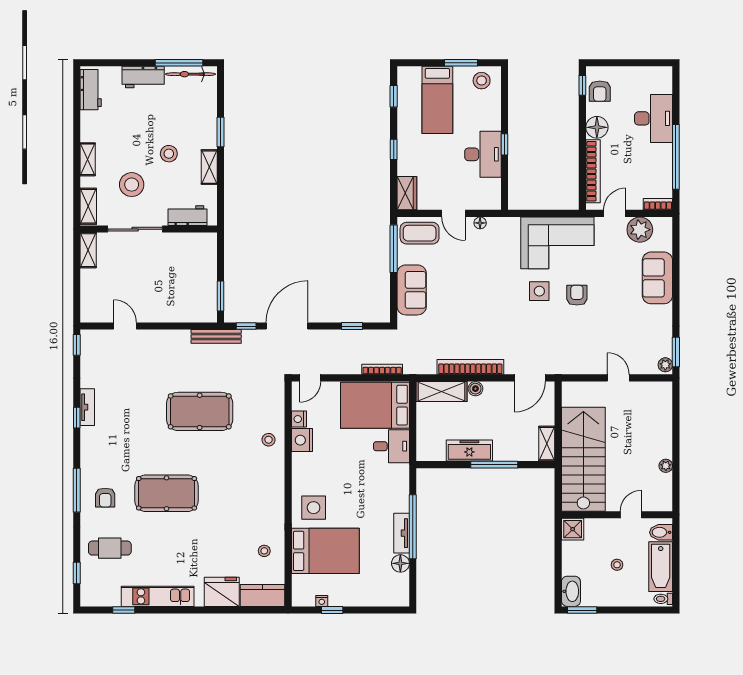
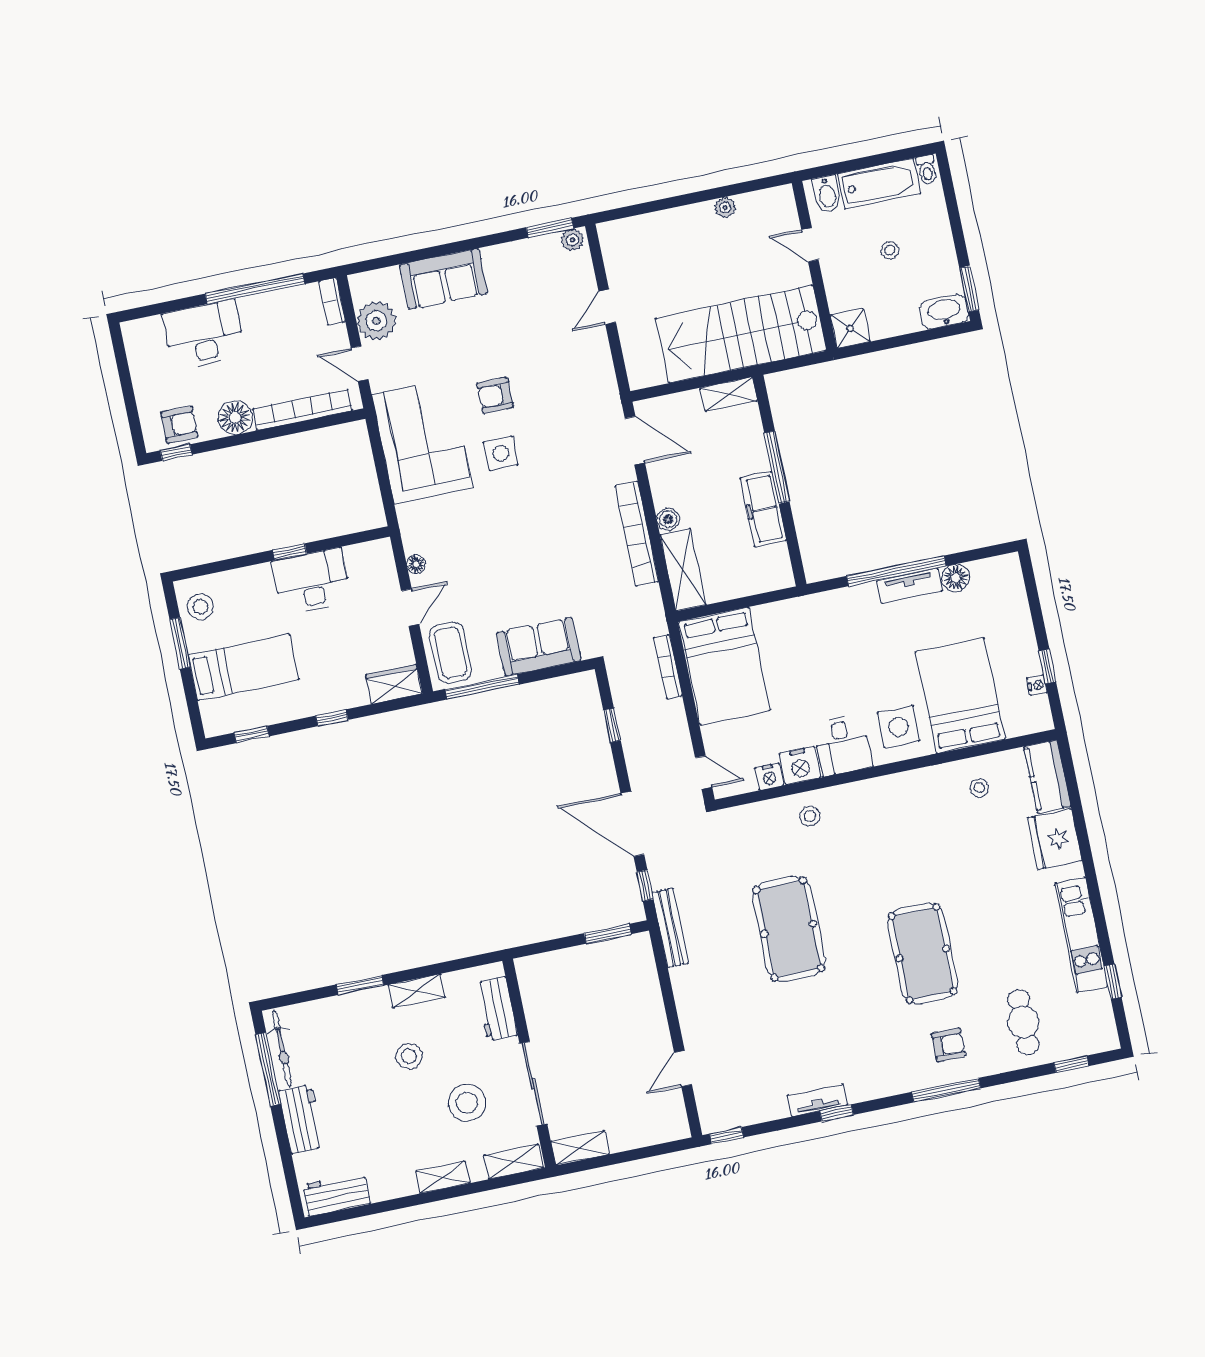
desk: (391, 446) -> (842, 745), moved, turned 180

